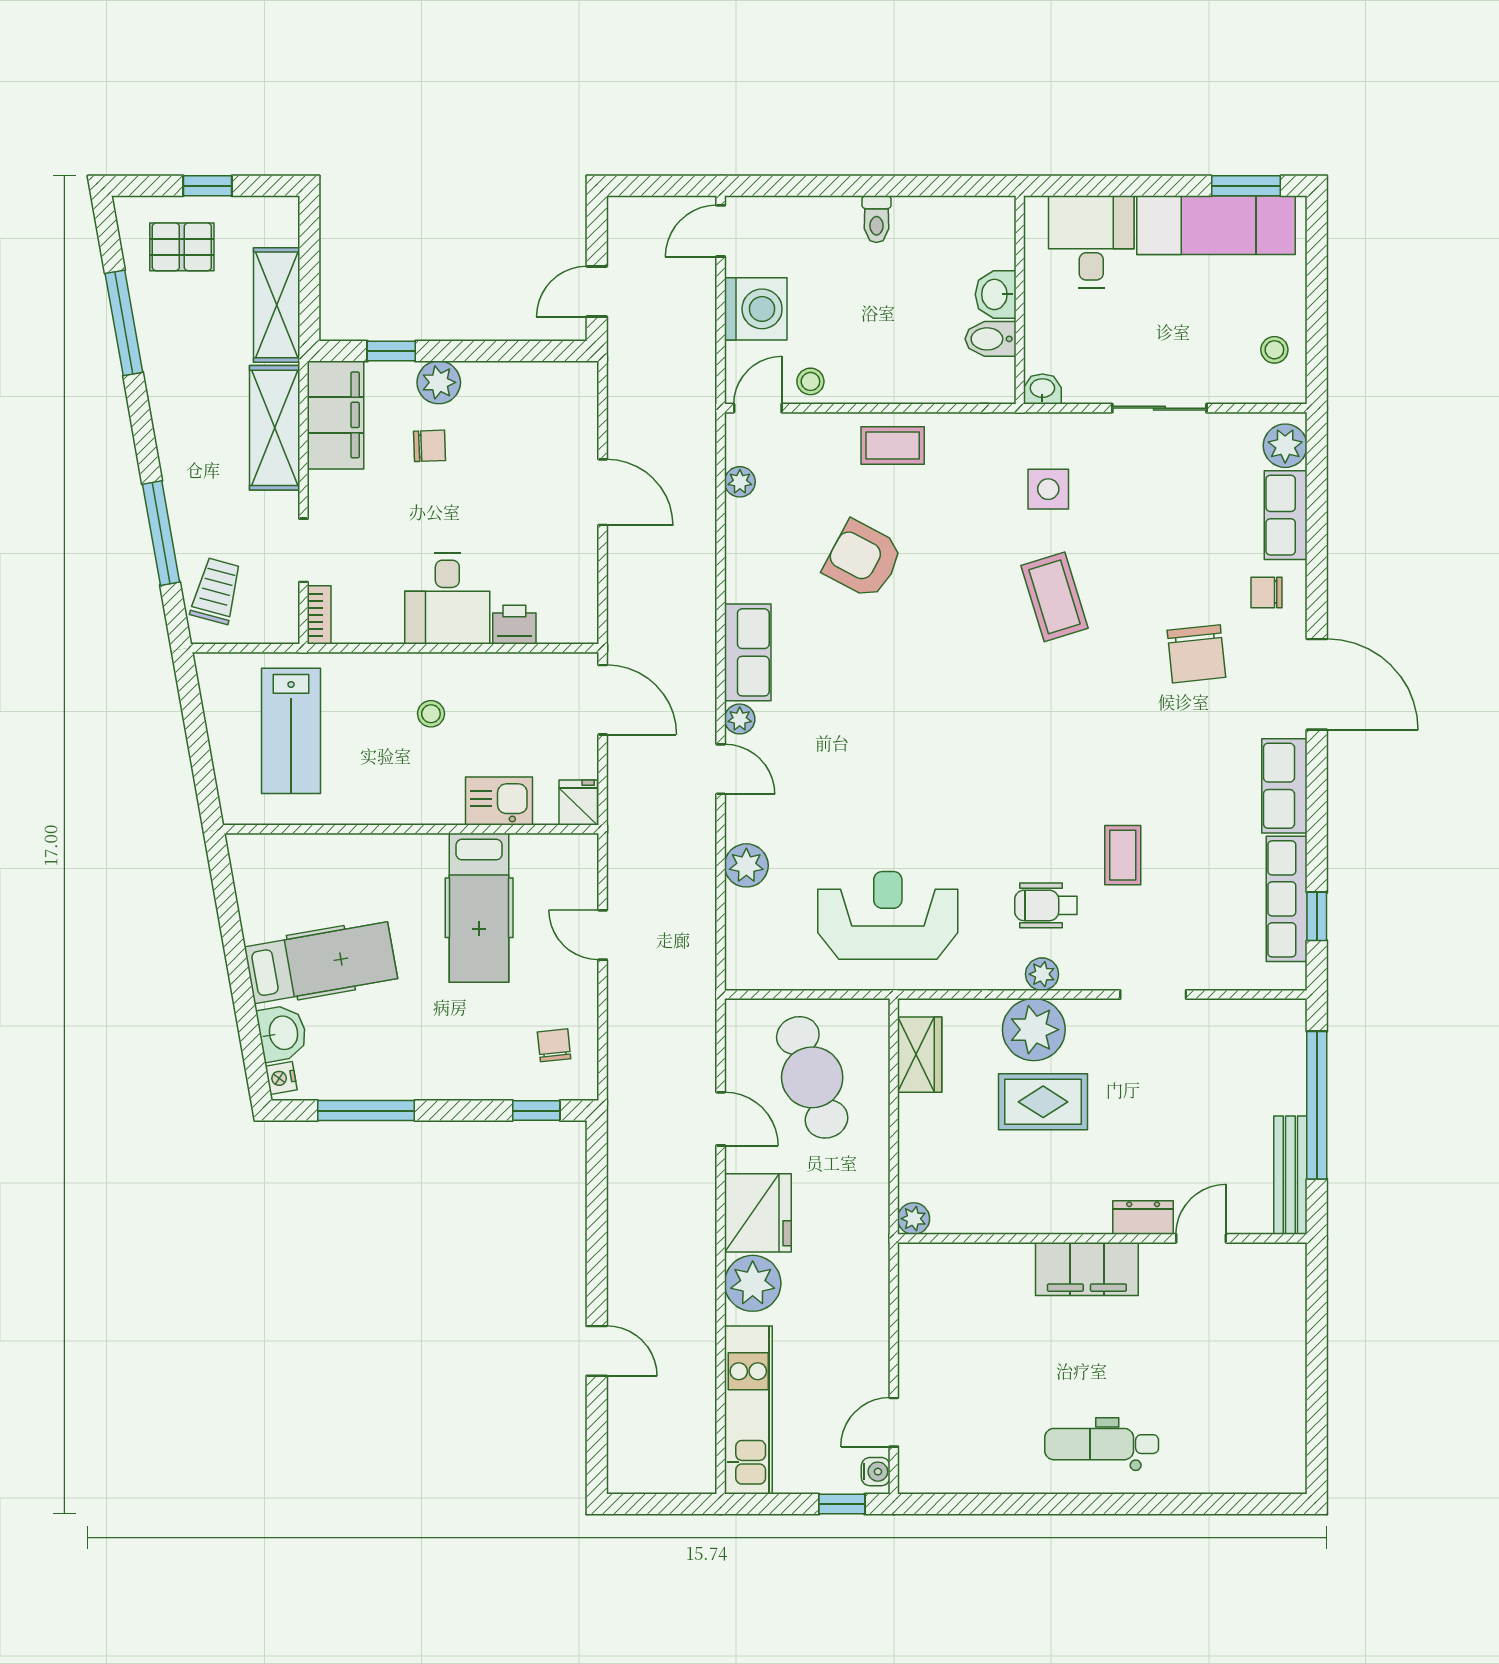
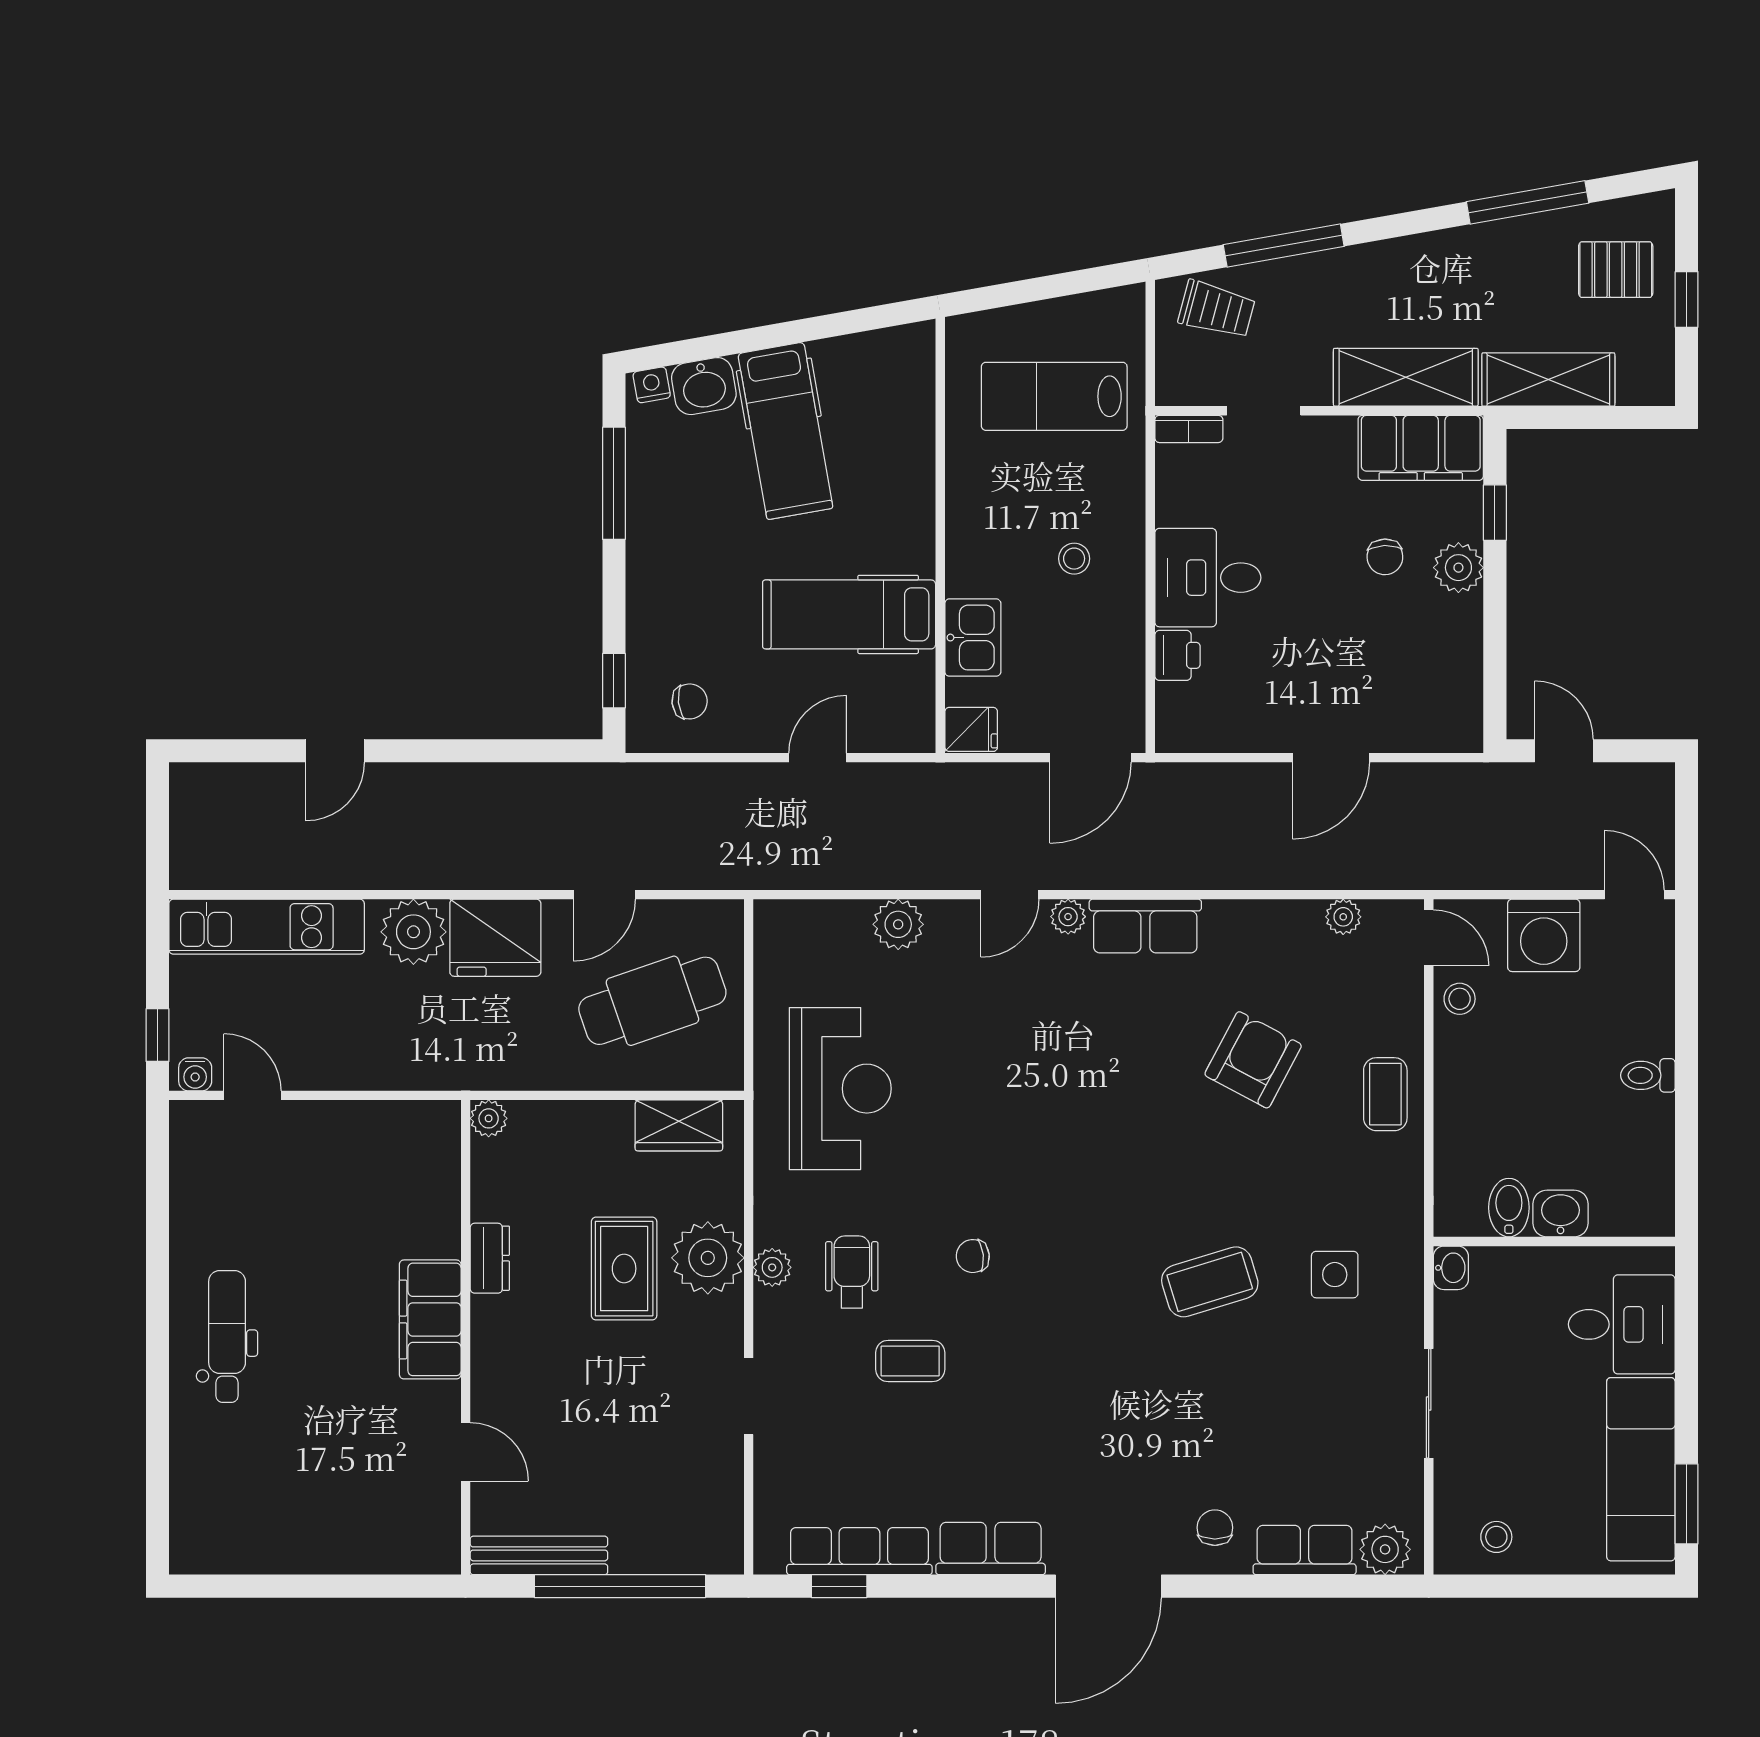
pallet: (182, 247) -> (1616, 270), turned 90
chair: (1196, 654) -> (973, 1256), moved, width x0.54, depth x0.54
dresser: (1143, 1218) -> (490, 1258), moved

